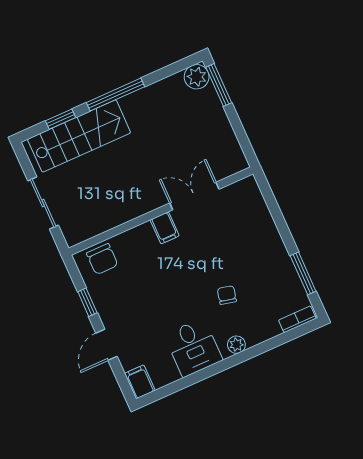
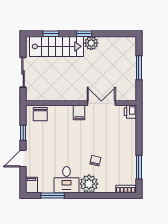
plant: (197, 77) -> (91, 43), moved
window: (219, 85) -> (139, 68), moved
window: (115, 95) -> (84, 34), width x0.46
printer: (248, 189) -> (130, 112), added
plant: (236, 345) -> (89, 184), width x1.88, depth x1.88
window: (182, 384) -> (53, 196), added

